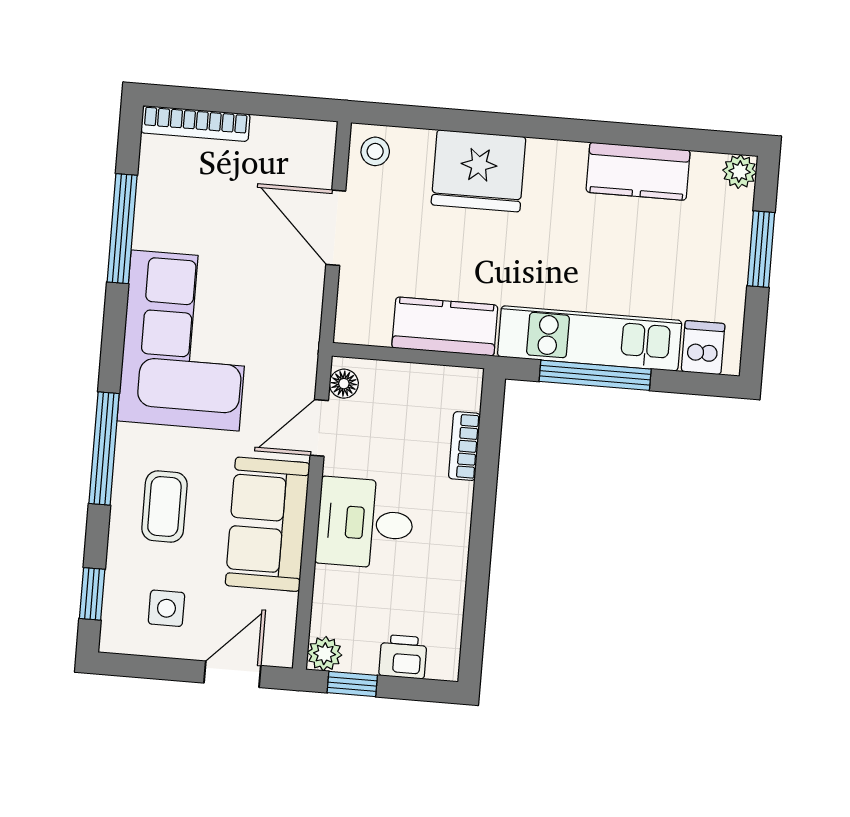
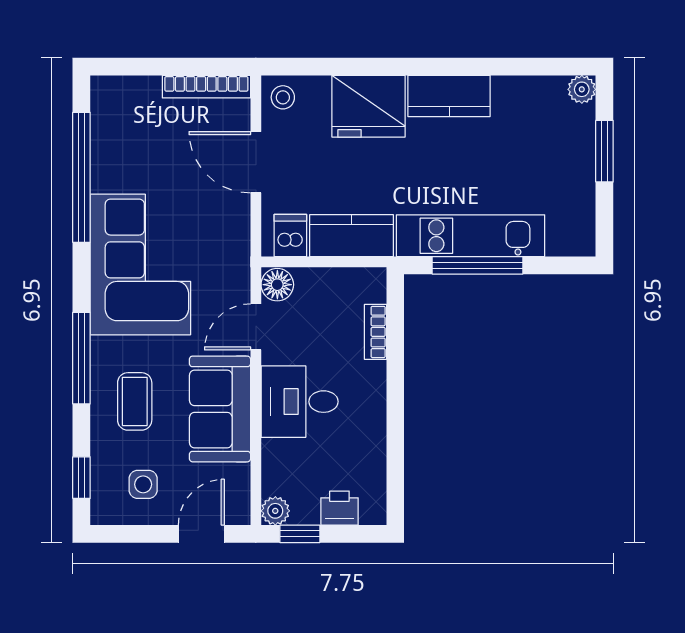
bookcase: (196, 123) -> (206, 87), moved
kitchen counter: (638, 171) -> (449, 96), moved
window: (122, 229) -> (81, 177), width x1.46
dishwasher: (703, 348) -> (290, 236), moved
floor lamp: (344, 384) -> (277, 285), width x1.37, depth x1.37

